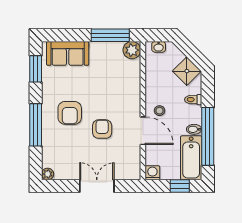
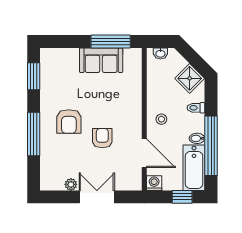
plant: (132, 50) -> (133, 57), removed
sofa: (68, 53) -> (101, 60), moved
door: (143, 131) -> (144, 153), moved
plant: (48, 174) -> (71, 184), moved

